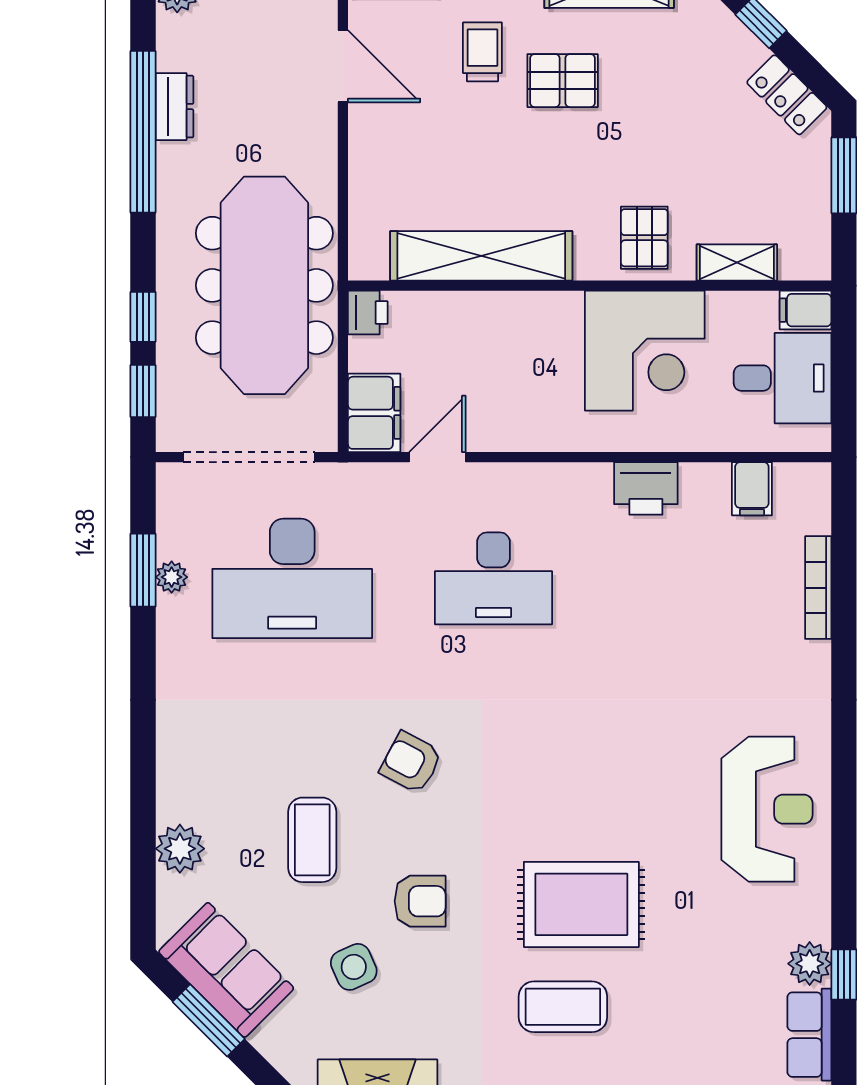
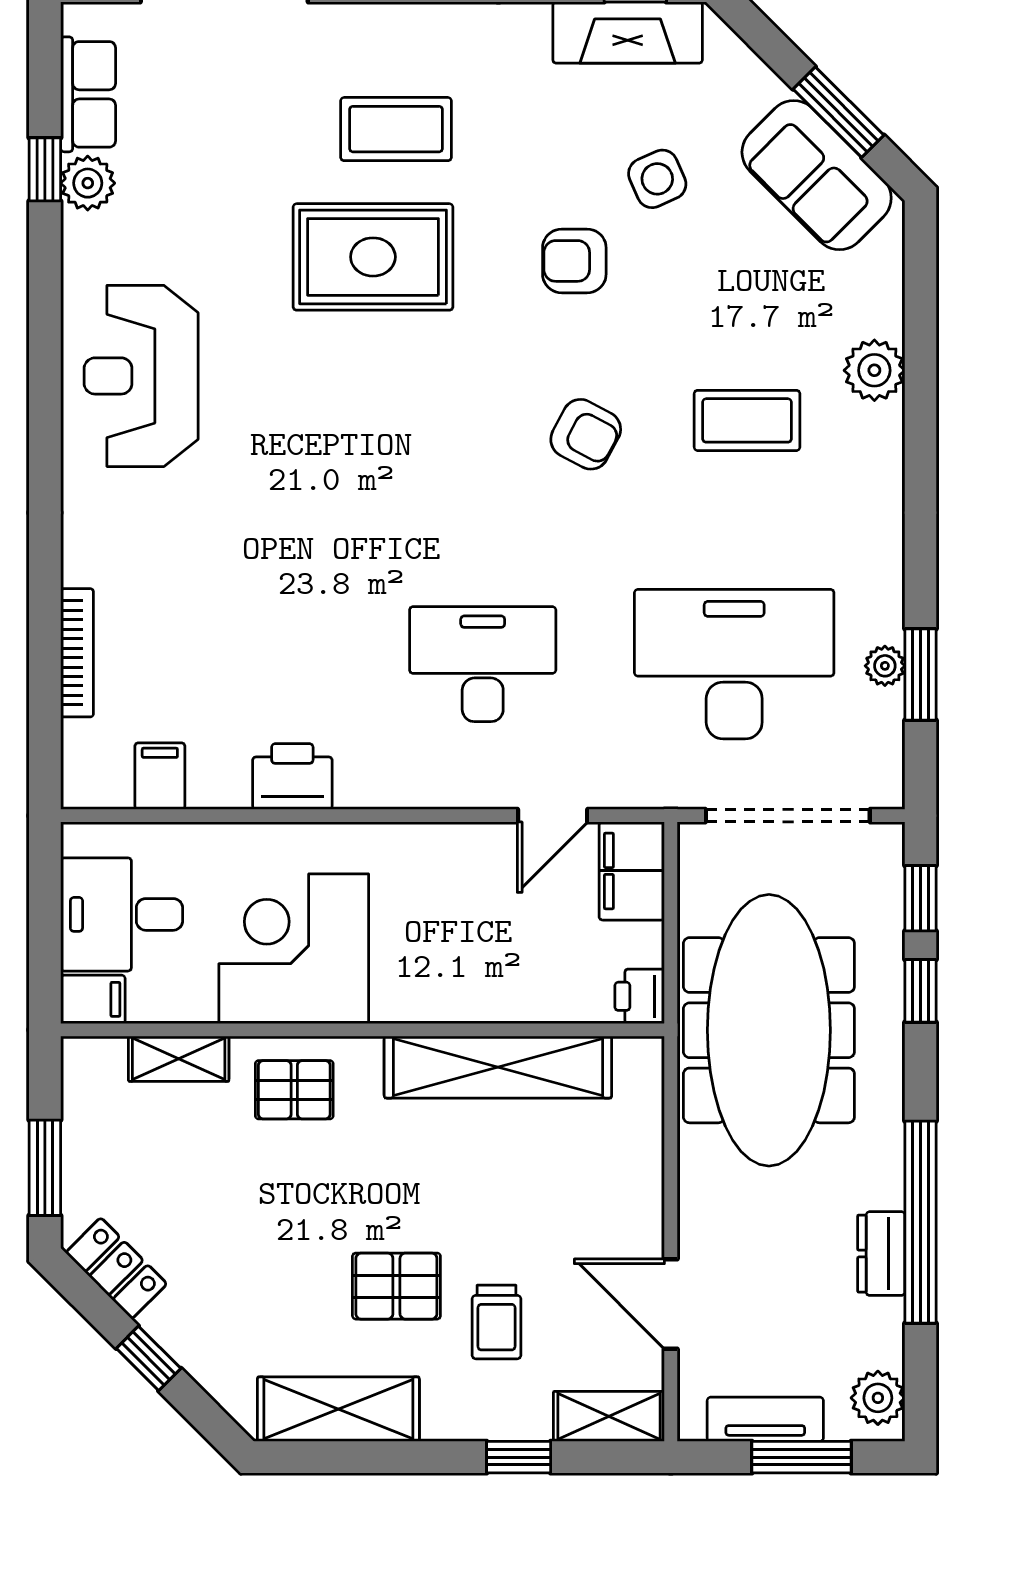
pallet: (644, 238) -> (294, 1090), turned 90
coffee table: (312, 840) -> (747, 420), moved, turned 90
plant: (180, 849) -> (874, 370), moved

